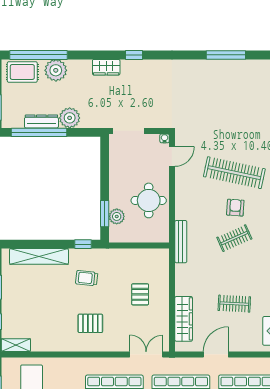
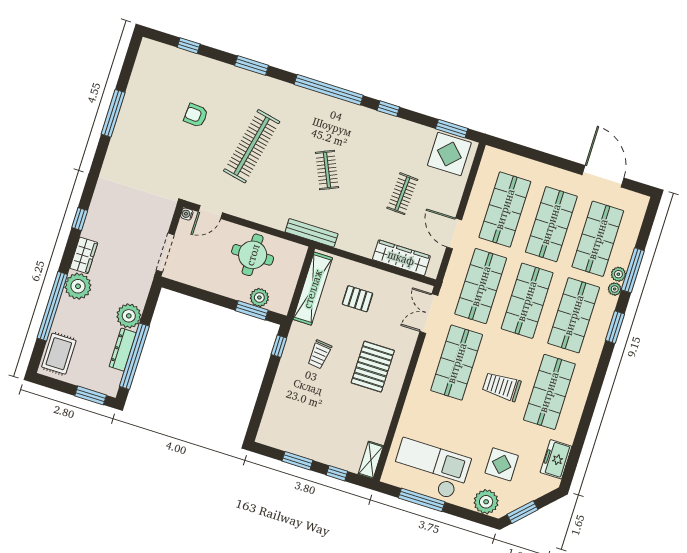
window: (39, 55) -> (52, 306), moved
plant: (56, 70) -> (78, 286), moved
door: (172, 156) -> (210, 212), swing flipped
armchair: (235, 208) -> (196, 115), moved
shelving: (39, 256) -> (313, 289), moved
pallet: (90, 323) -> (373, 367), width x1.50, depth x1.42

